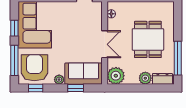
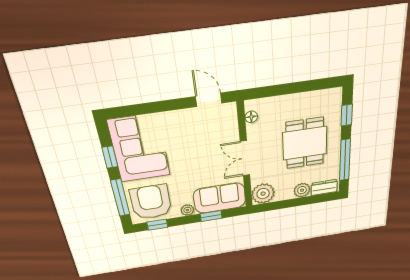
window: (178, 23) -> (347, 115), added
double door: (105, 44) -> (245, 158), swing flipped

